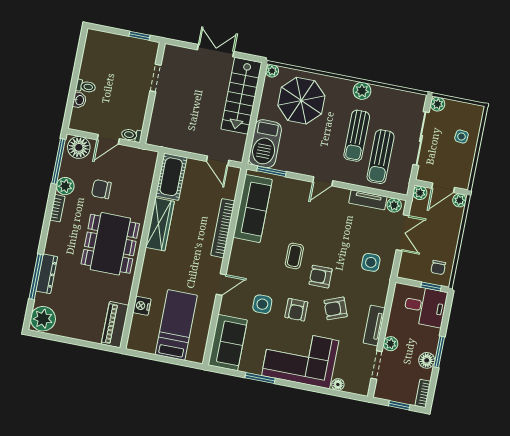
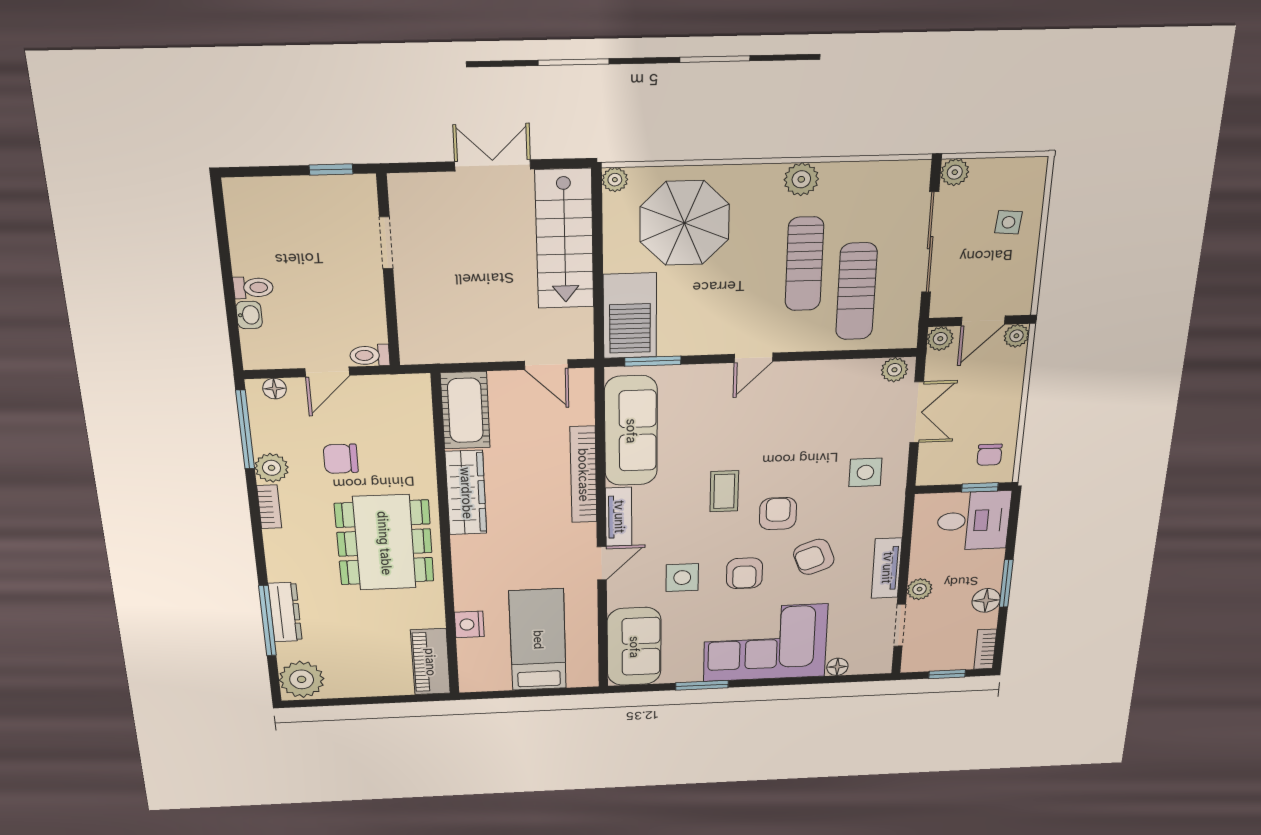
floor lamp: (79, 147) -> (275, 389), width x0.53, depth x0.53
tv unit: (368, 200) -> (619, 517), moved, turned -90
armchair: (321, 277) -> (778, 514), turned 90

